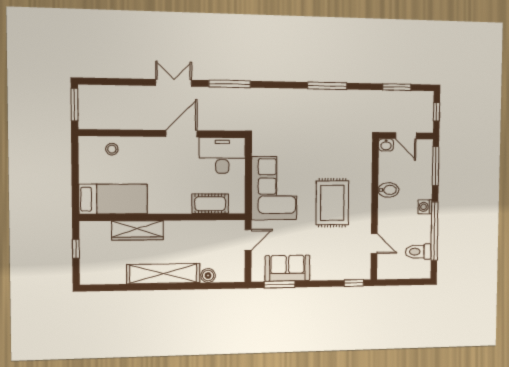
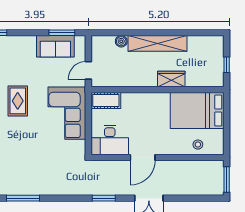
window: (230, 84) -> (104, 198), width x0.69
bed: (113, 199) -> (197, 110), width x1.50
rug: (332, 203) -> (18, 101), width x0.73, depth x0.70
cot: (210, 204) -> (106, 100), moved
wardrobe: (138, 230) -> (171, 79), width x0.67

